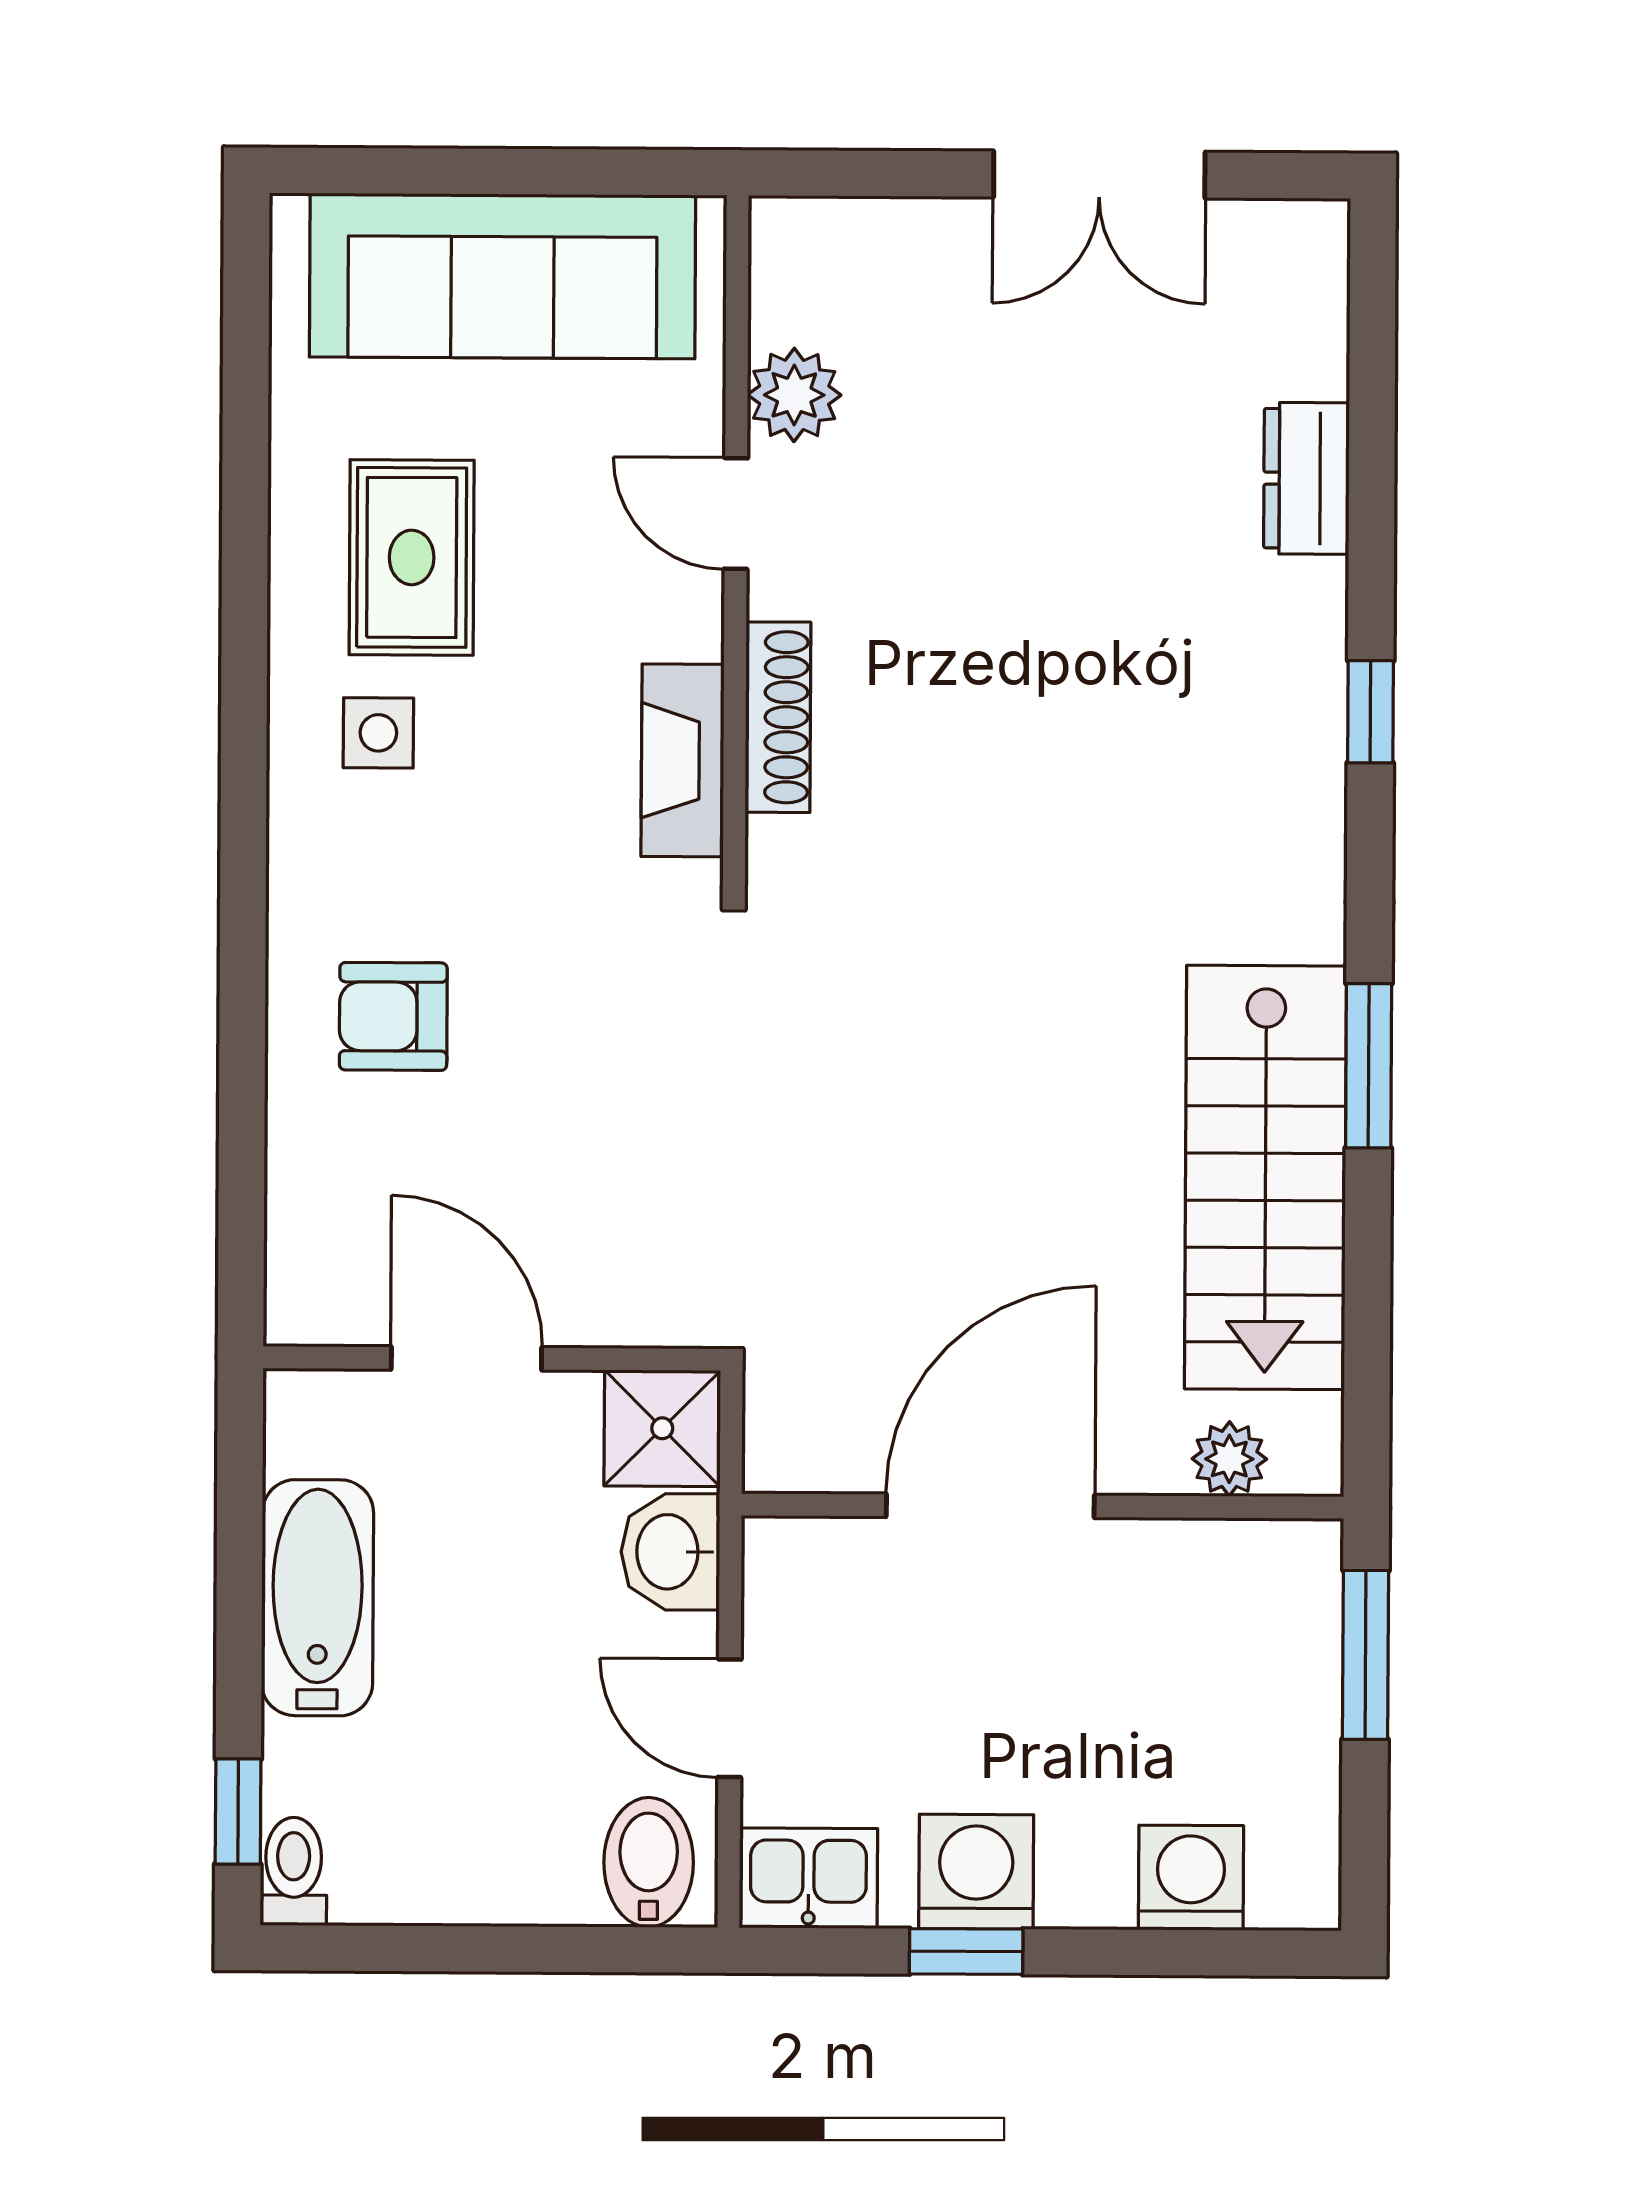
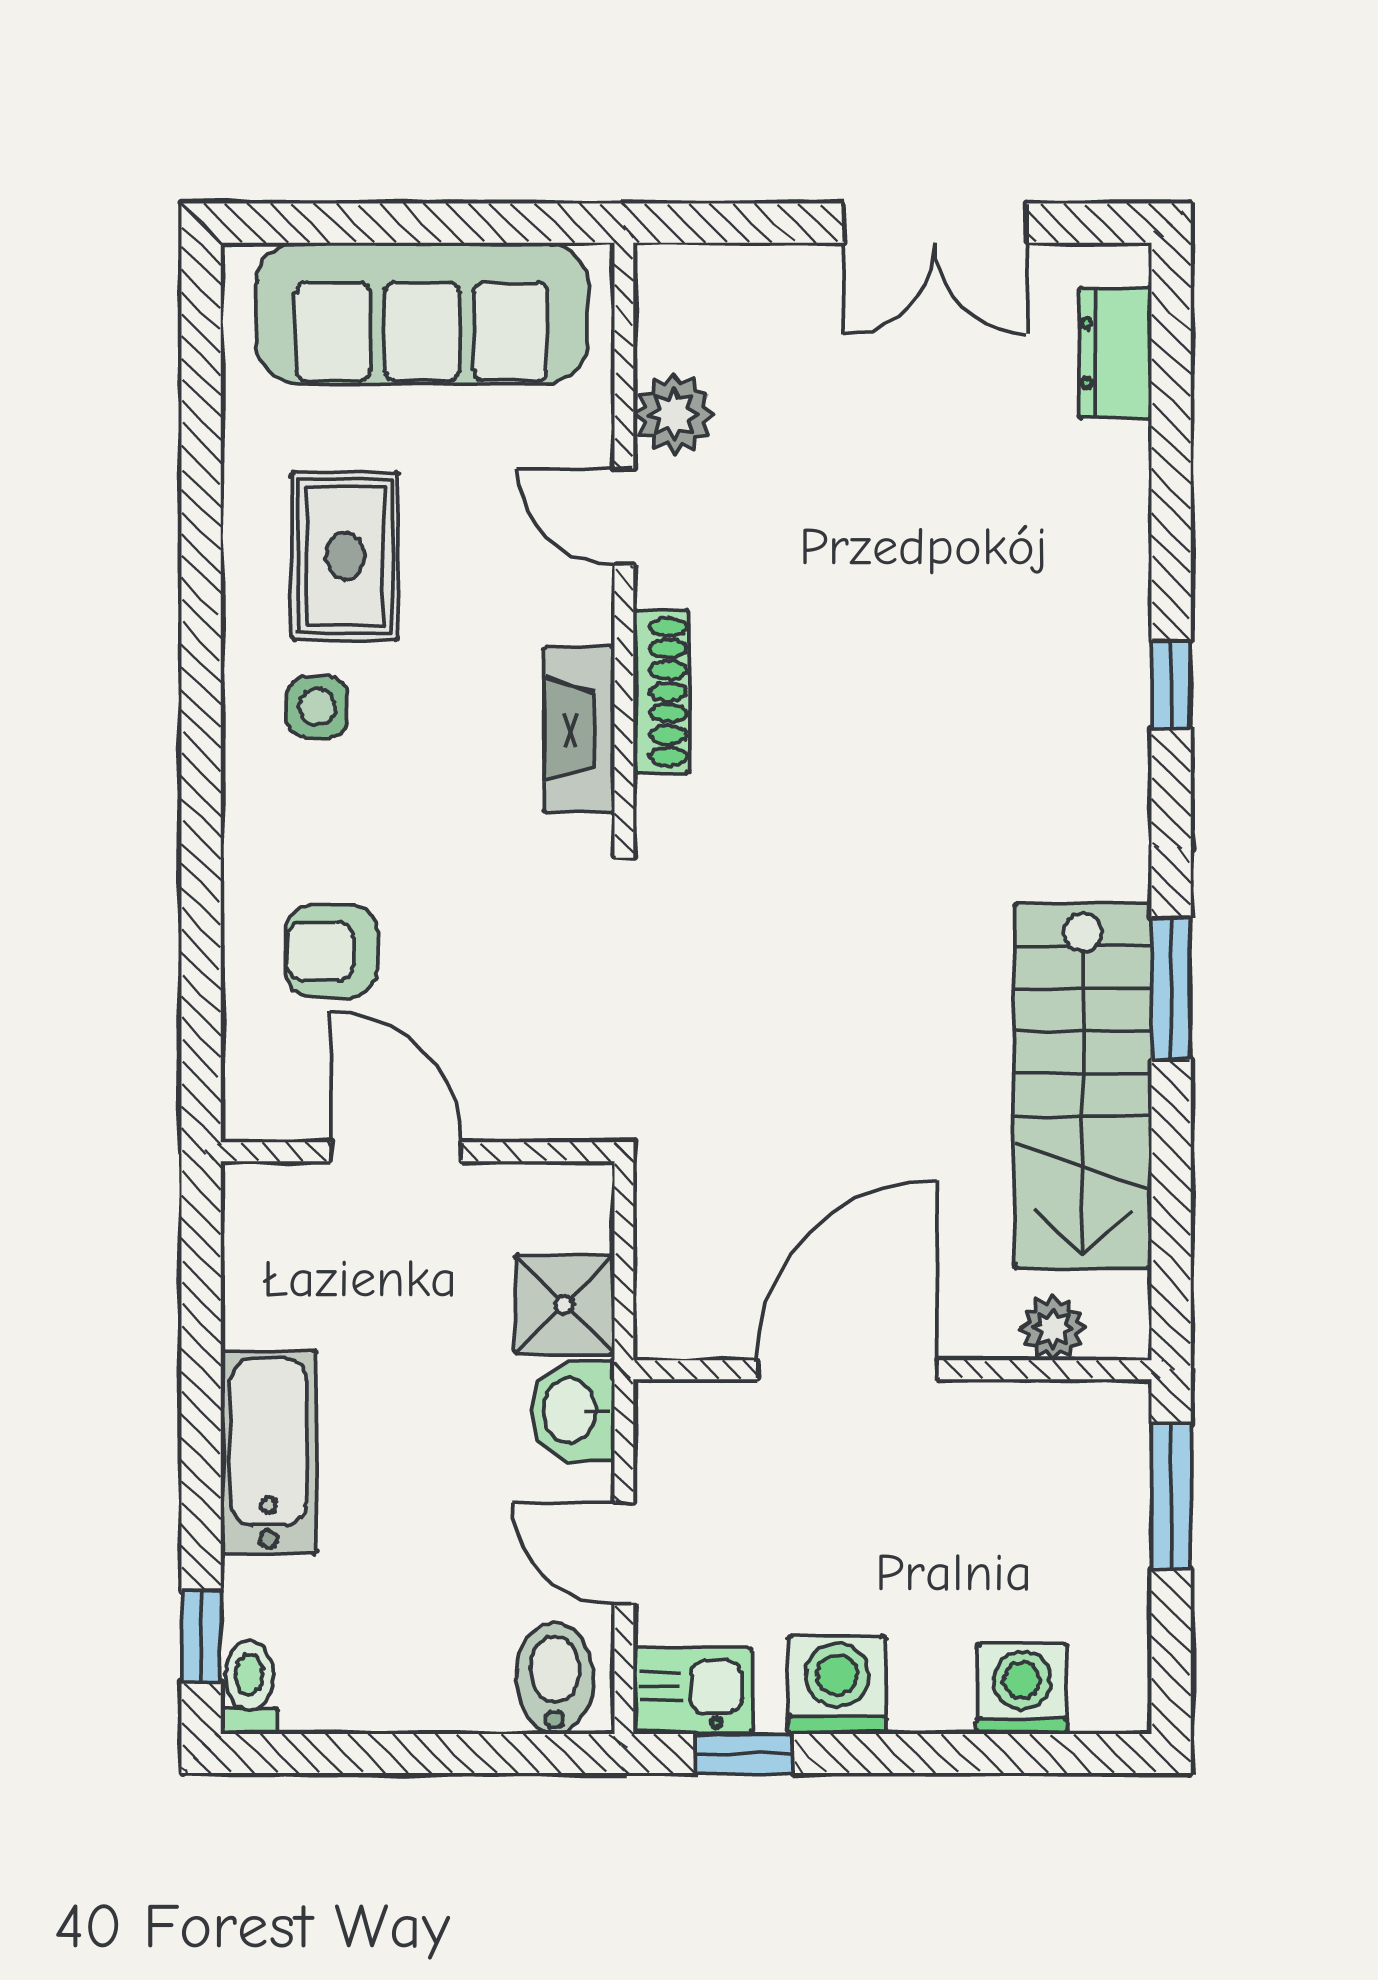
dresser: (1306, 478) -> (1115, 353), moved
door: (466, 1358) -> (396, 1152), moved
wall: (492, 1359) -> (418, 1152), moved
window: (966, 1951) -> (744, 1754), moved

